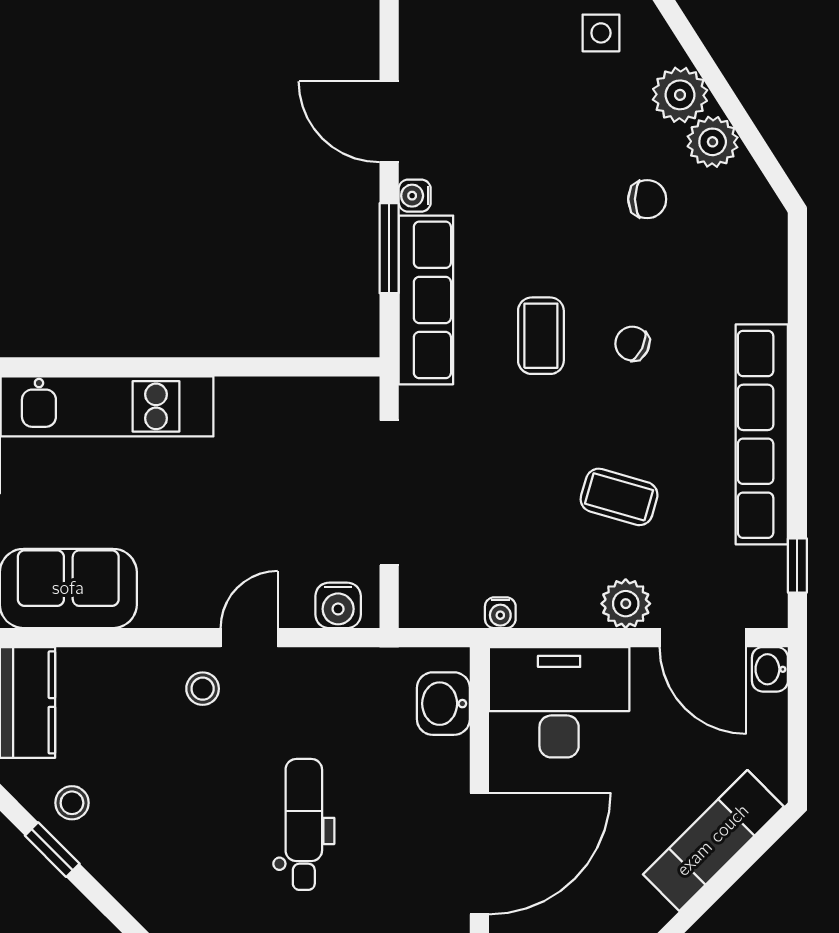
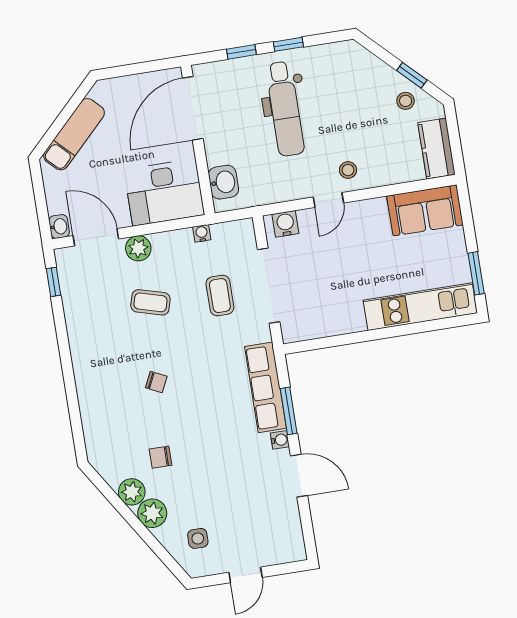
coffee table: (541, 336) -> (220, 296), moved
row of seats: (762, 434) -> (83, 346), removed
dental chair: (304, 824) -> (285, 109), width x1.36, depth x1.38

